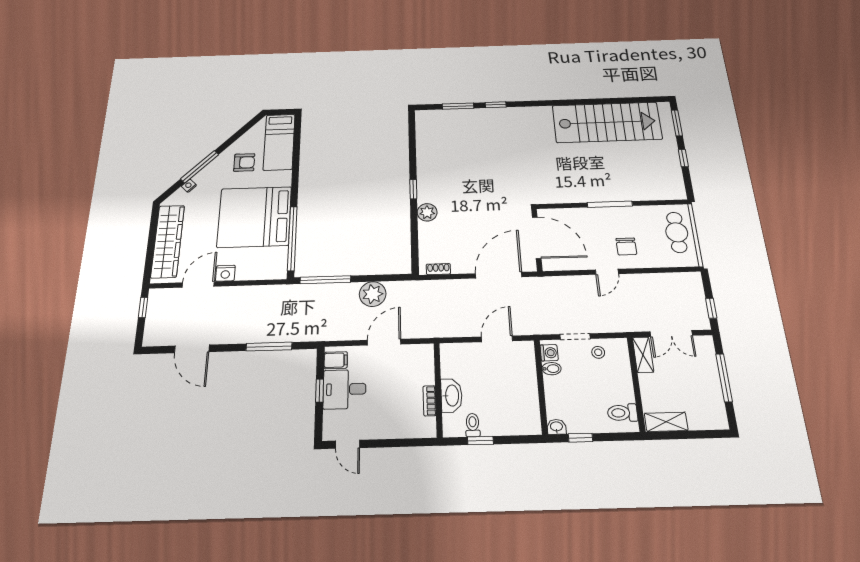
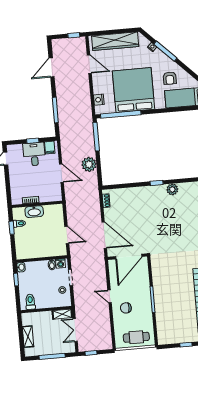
plant: (427, 212) -> (172, 189), moved
nightstand: (225, 273) -> (99, 100), moved
shelving: (666, 422) -> (28, 337), moved

